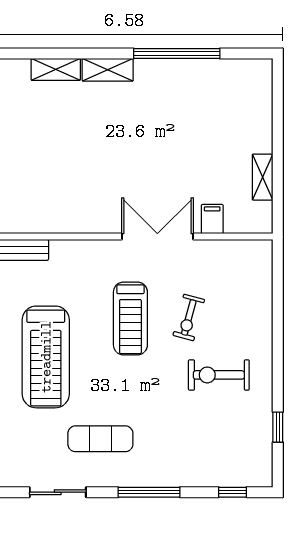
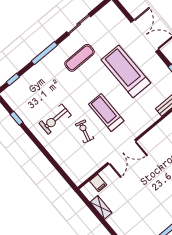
filing cabinet: (212, 219) -> (98, 183), moved
exercise bike: (219, 375) -> (55, 119), turned 180

